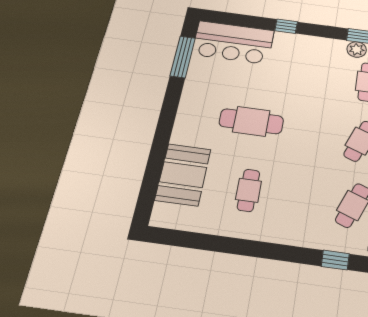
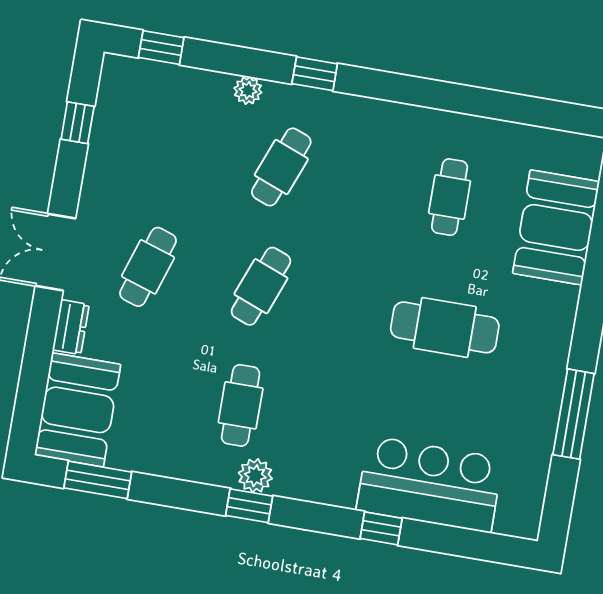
bar counter: (233, 42) -> (430, 484), moved
window: (183, 57) -> (574, 414), moved

